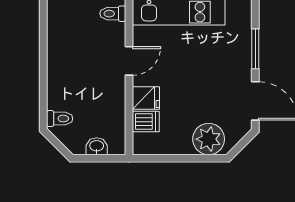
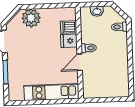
toilet: (113, 14) -> (89, 48), moved

